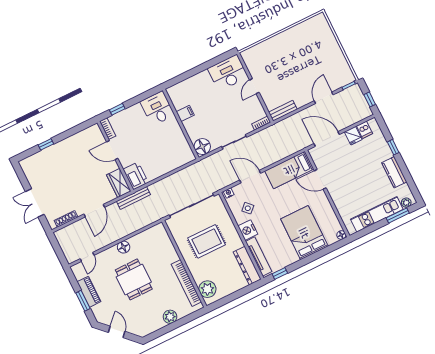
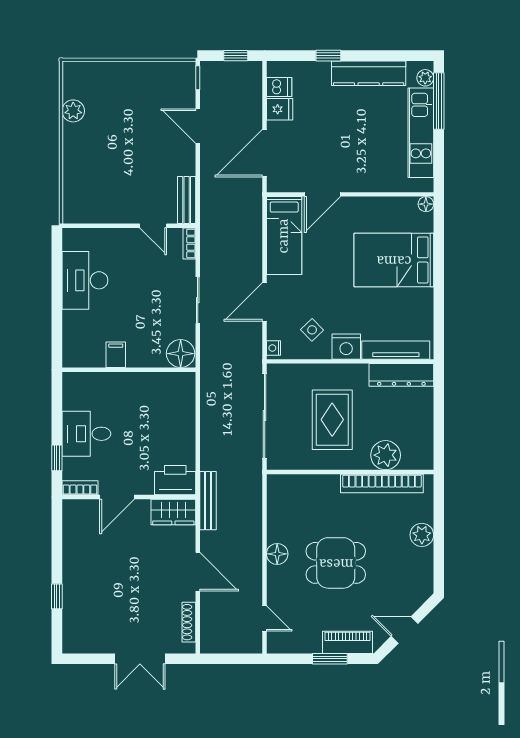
plant: (300, 30) -> (73, 111), added
desk: (228, 73) -> (85, 280), moved
door: (254, 86) -> (153, 226), moved
desk: (157, 108) -> (86, 434), moved
kitchen counter: (394, 172) -> (369, 73), width x1.50
window: (398, 215) -> (439, 101), width x1.44
window: (280, 274) -> (439, 330), removed
plant: (207, 289) -> (386, 455), moved
piano: (89, 292) -> (347, 642), moved

